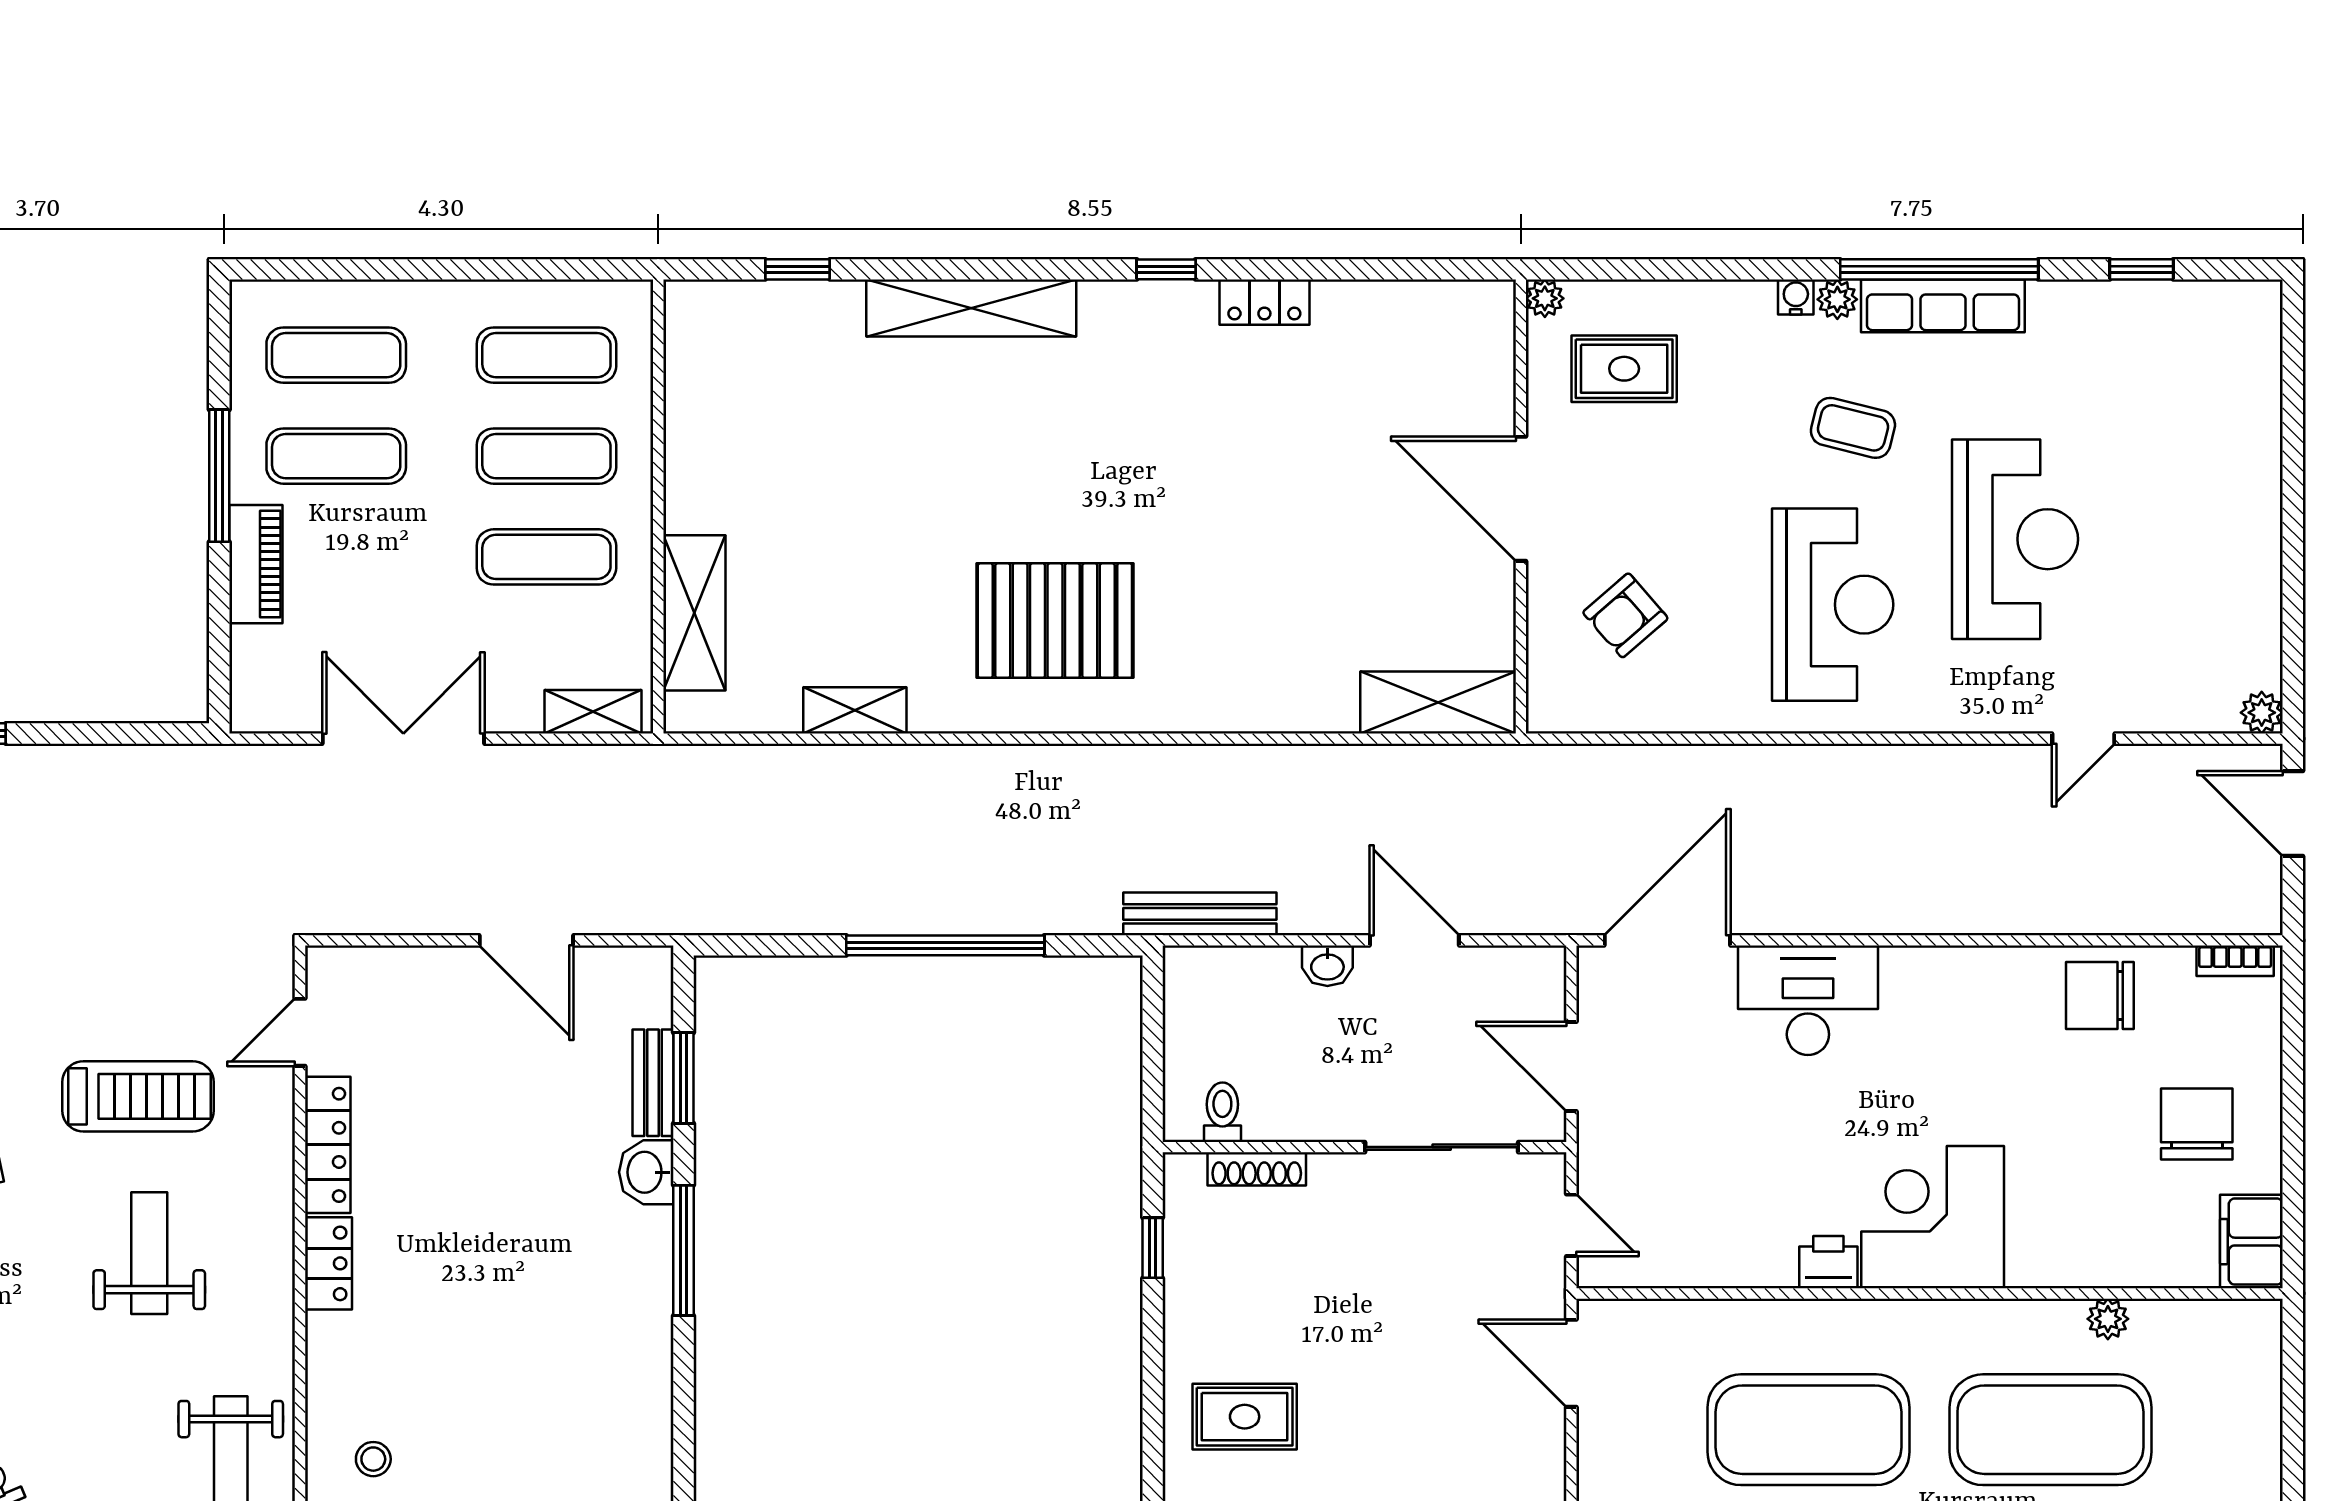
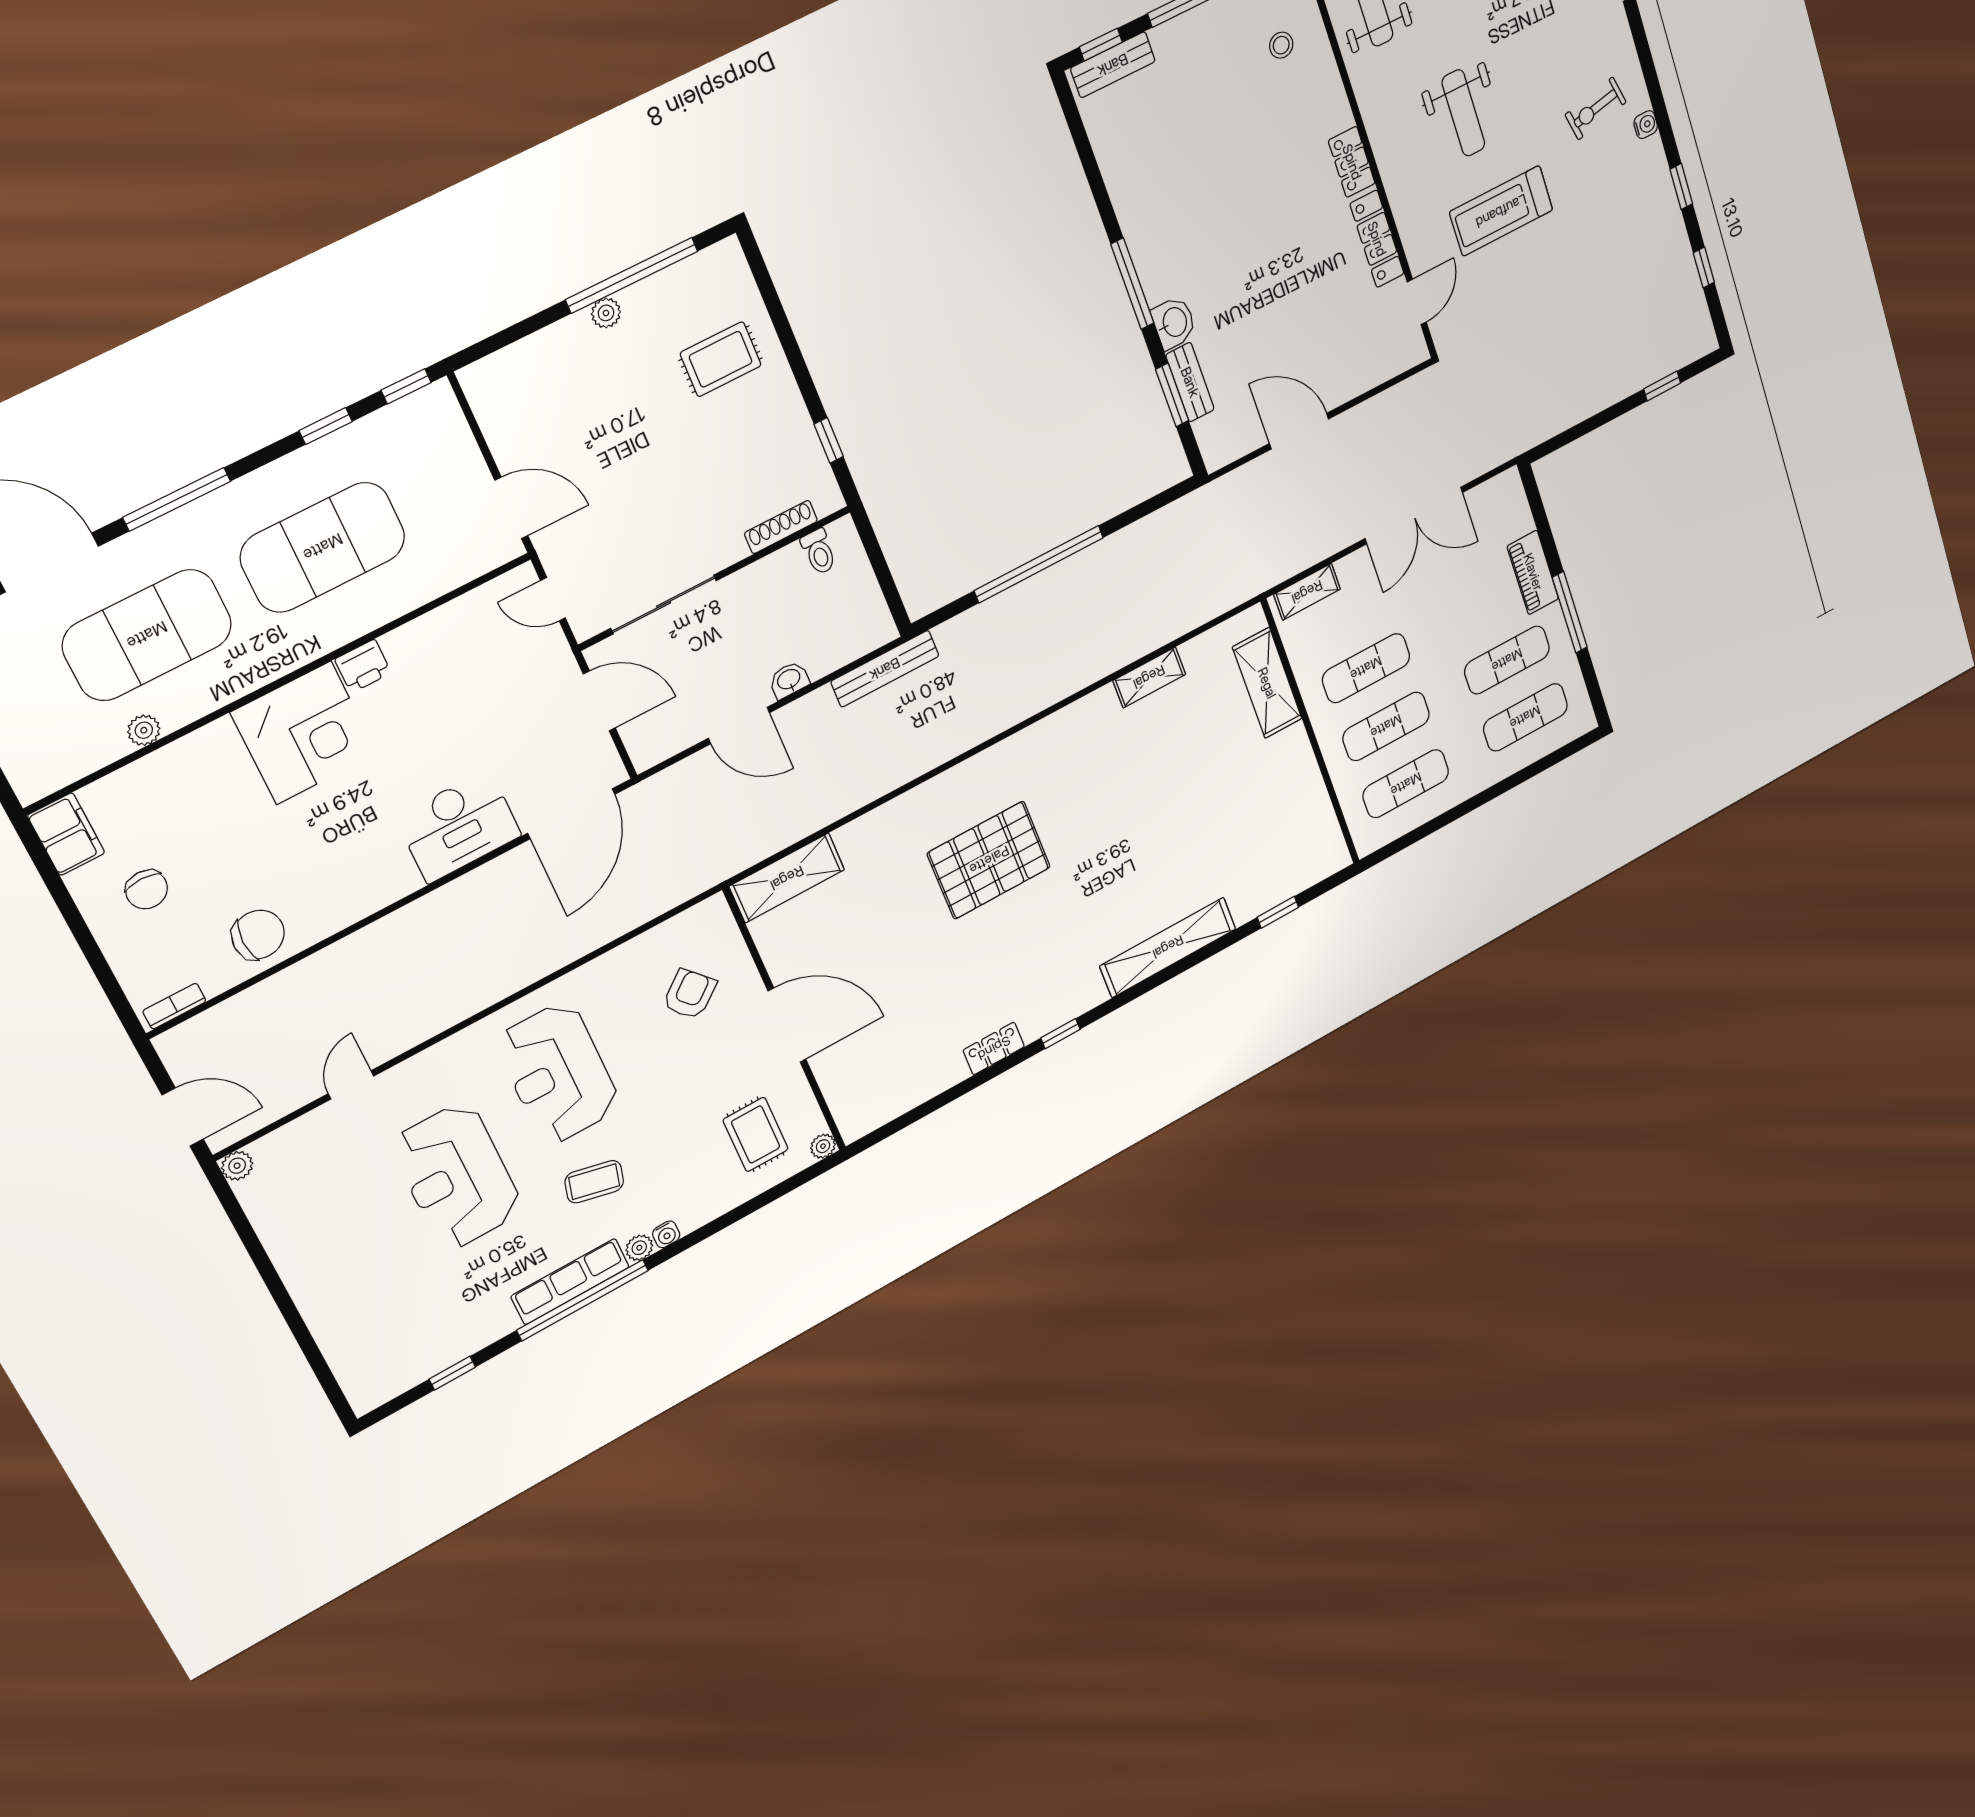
rug: (1624, 369) -> (756, 1134), turned 90
pallet: (1055, 621) -> (989, 860), moved
chair: (2197, 1124) -> (147, 890), width x0.73, depth x0.73

